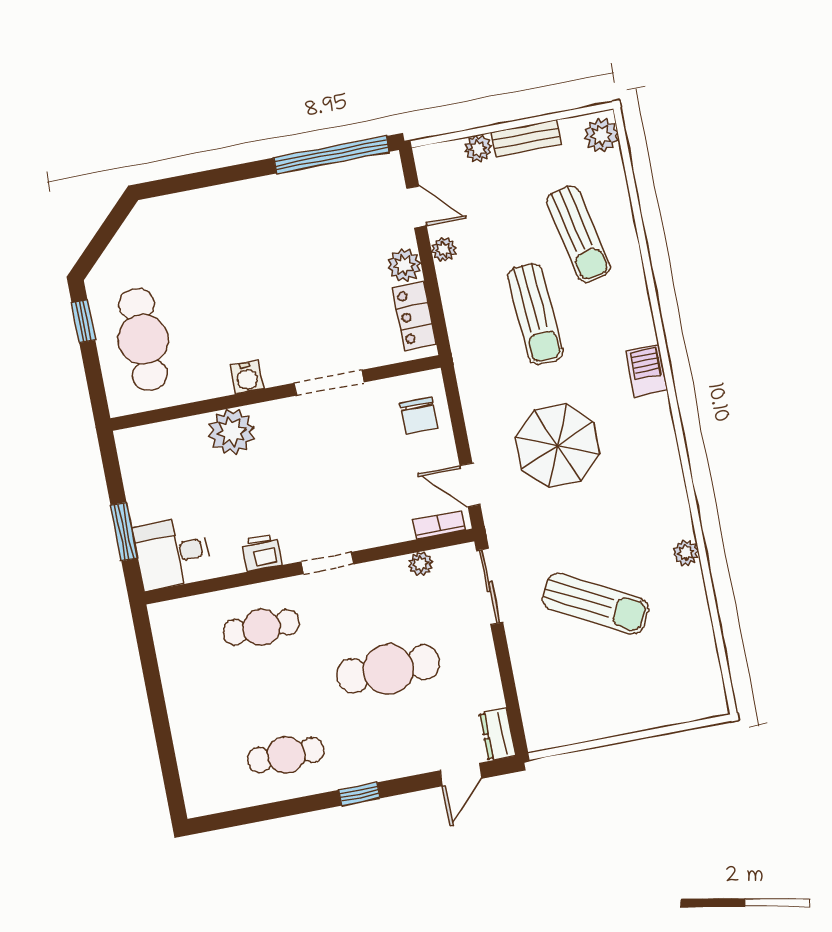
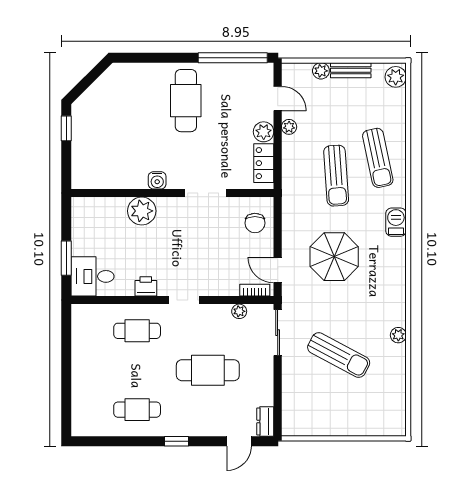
sun lounger: (578, 234) -> (378, 158), moved
cafe table: (143, 339) -> (186, 101), moved

